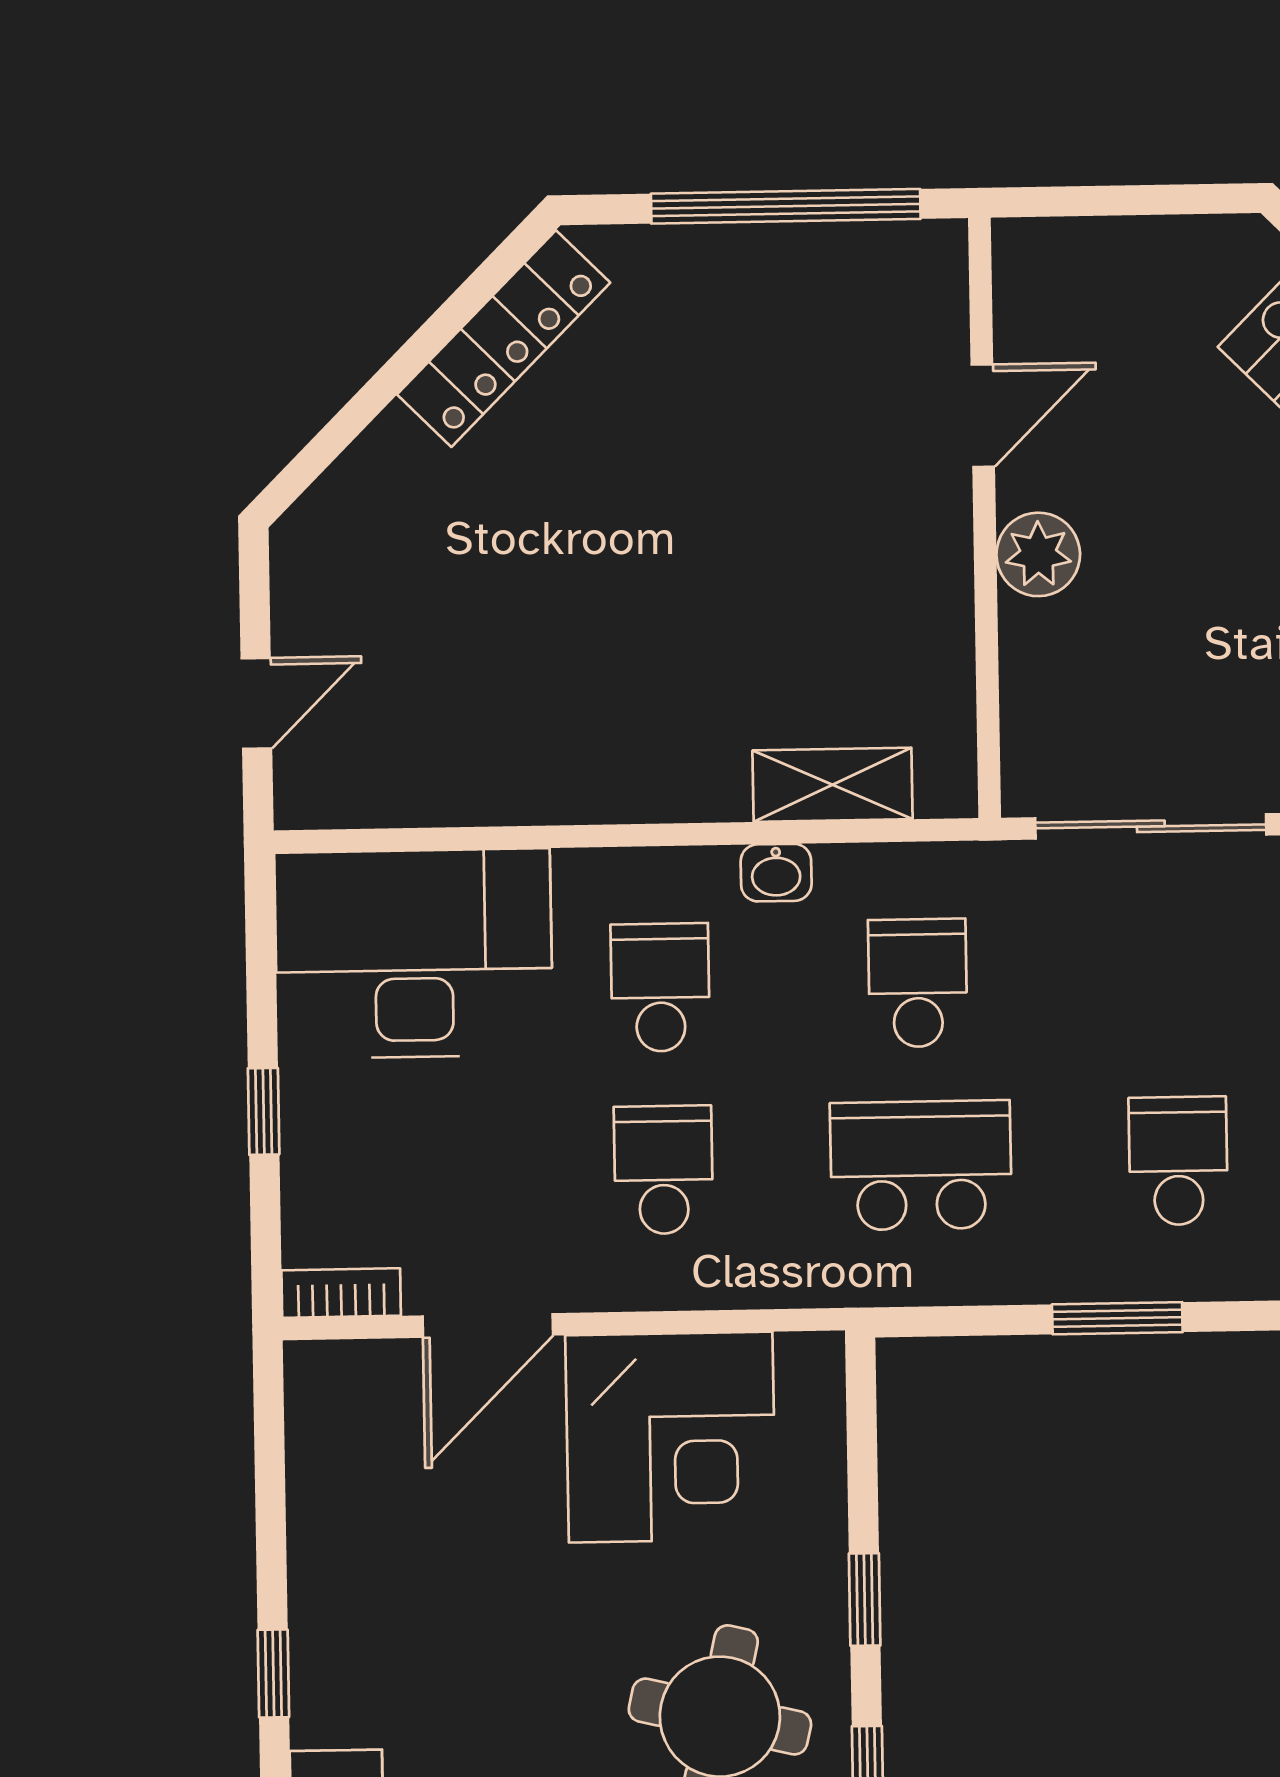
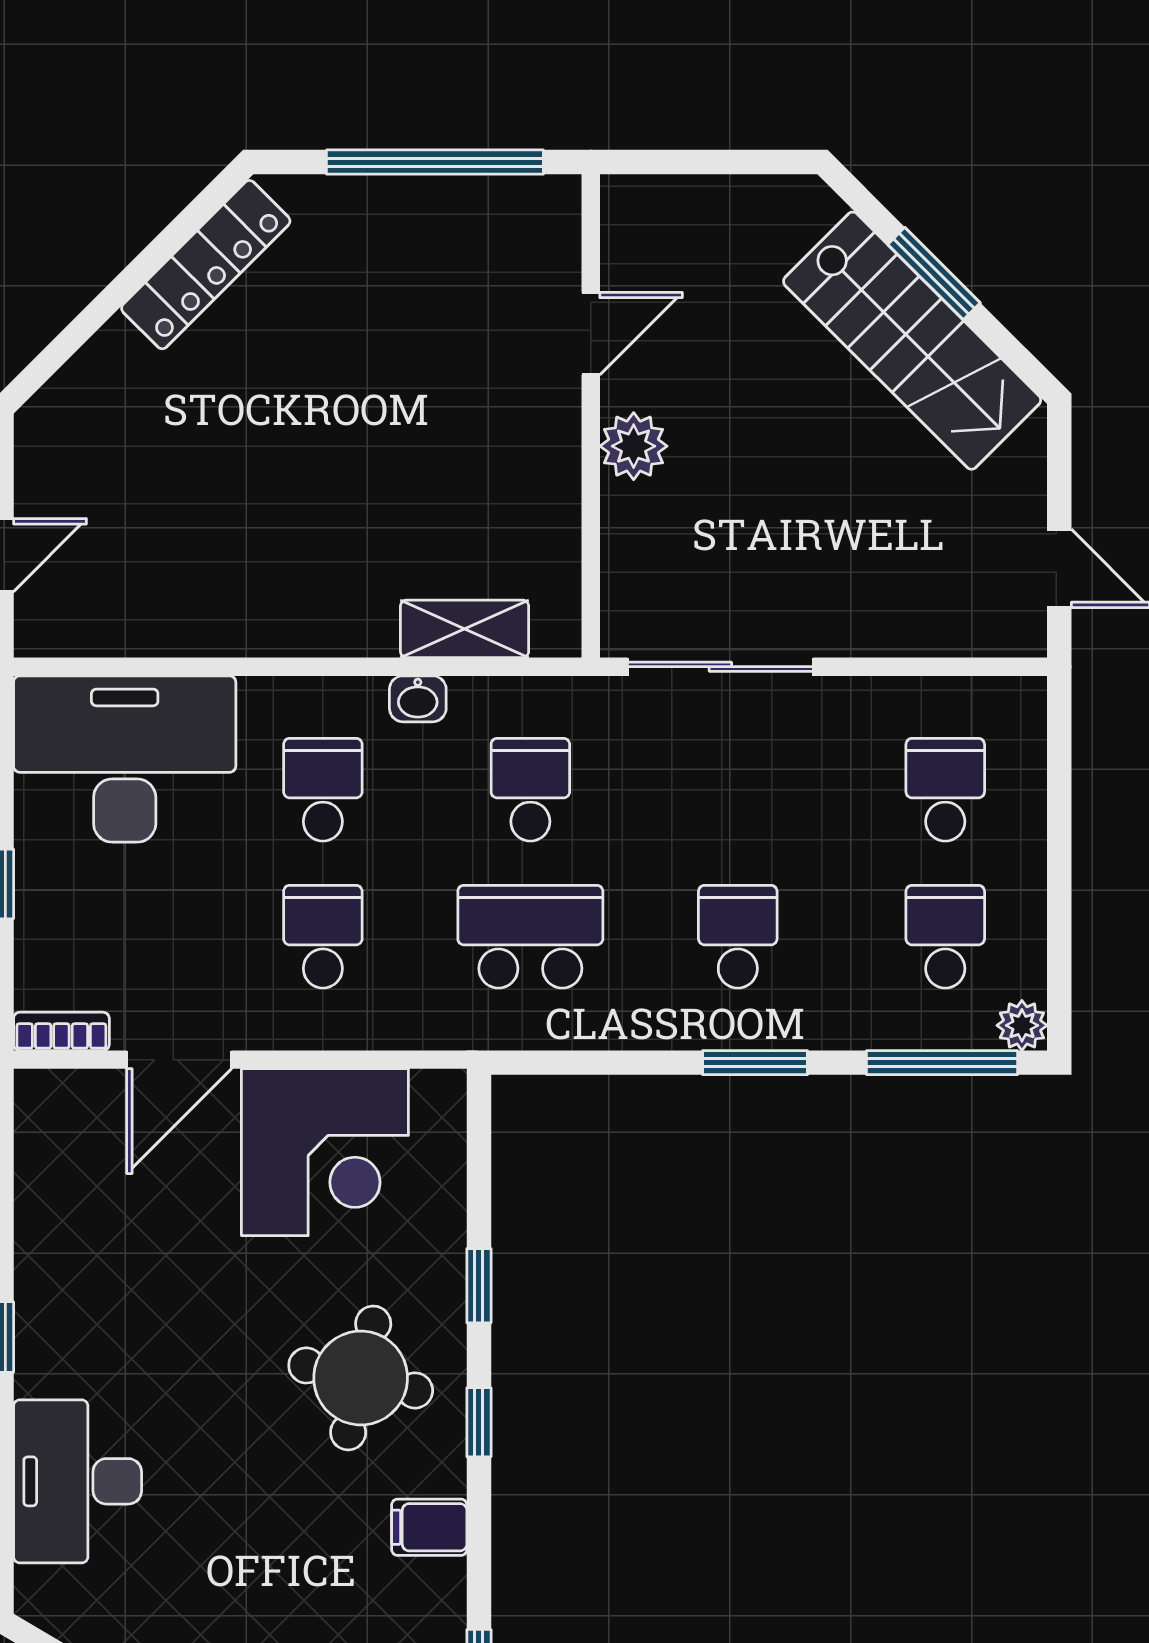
window: (1117, 1318) -> (755, 1063), moved

